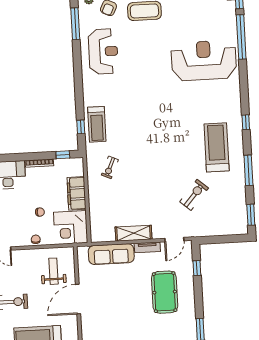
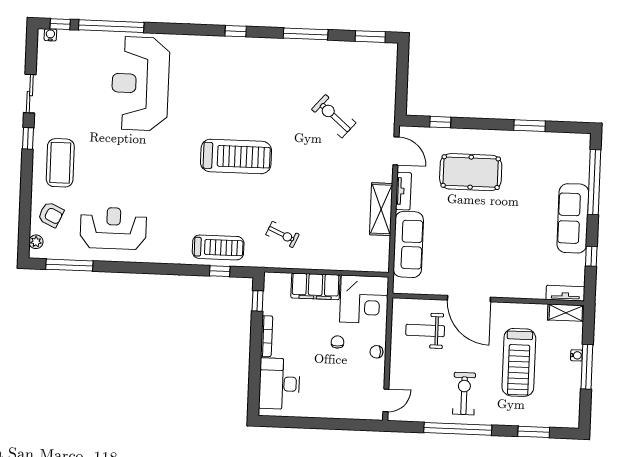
treadmill: (217, 147) -> (236, 156), moved, turned 180

